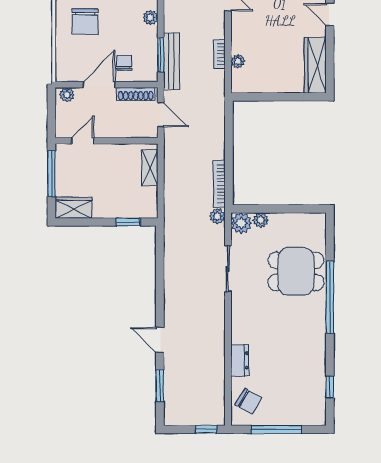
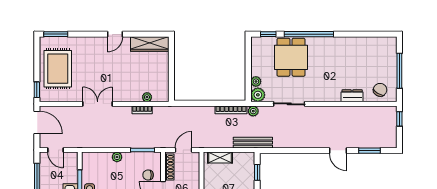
bench: (171, 61) -> (253, 143), moved
door: (160, 340) -> (338, 151), hinge flipped
window: (330, 387) -> (268, 34), moved

